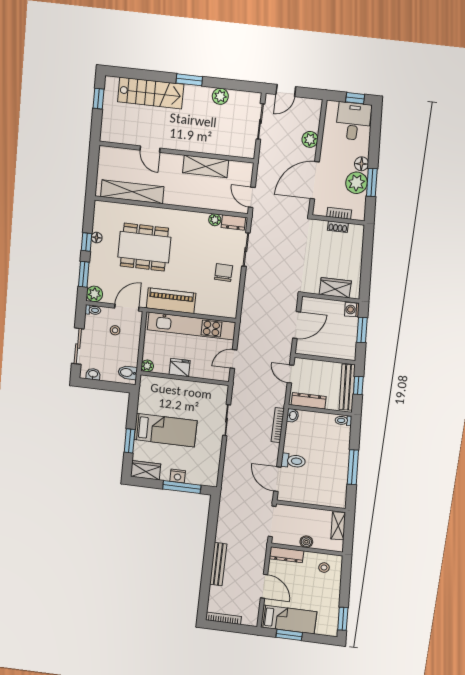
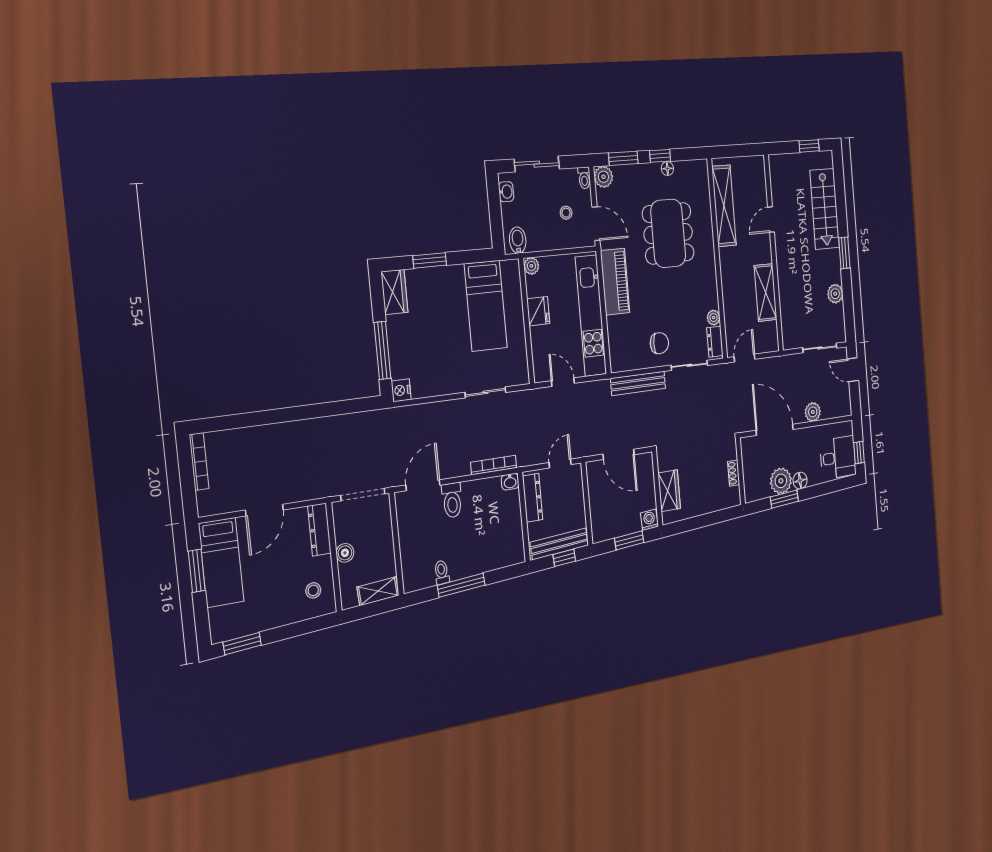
bookcase: (339, 213) -> (747, 470), removed
toilet: (343, 421) -> (442, 572), moved
bed: (165, 430) -> (486, 306), moved
nightstand: (178, 476) -> (401, 390), moved
bench: (218, 564) -> (638, 383), moved

